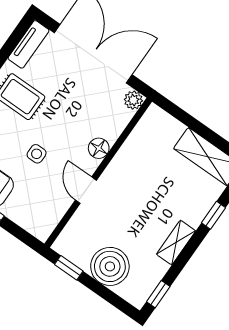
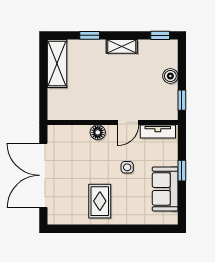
tv unit: (29, 44) -> (158, 132), moved, turned 180
plant: (133, 100) -> (54, 132), removed
boiler: (110, 266) -> (170, 76), width x0.54, depth x0.54

